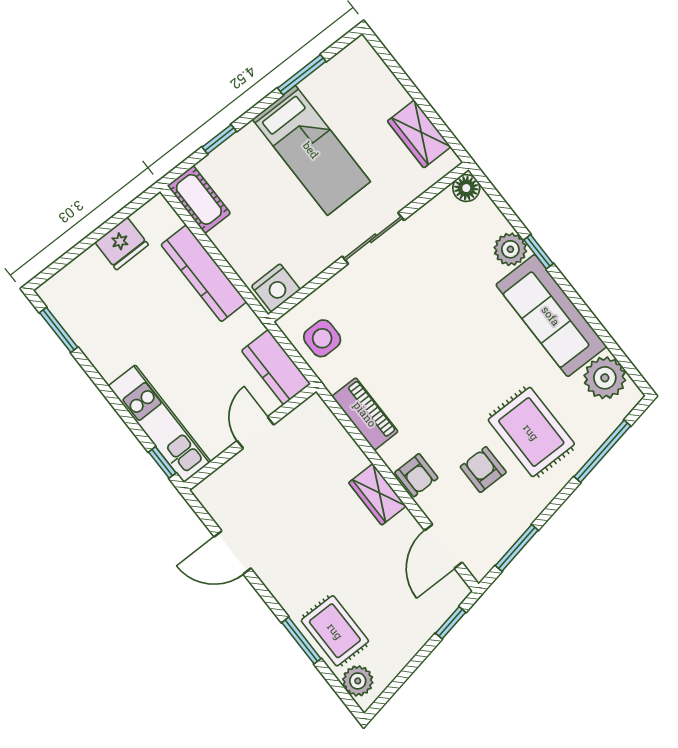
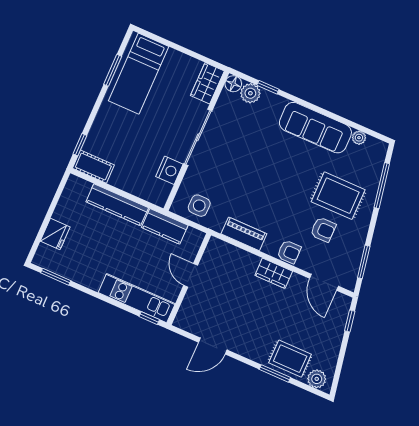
wardrobe: (419, 134) -> (207, 83), moved, turned 90
window: (219, 139) -> (80, 145), moved
bed: (311, 150) -> (139, 74), moved, turned 90
sliding door: (373, 238) -> (198, 137), width x1.37
fridge: (122, 244) -> (55, 234), moved
plant: (510, 249) -> (250, 93), moved
window: (539, 252) -> (268, 87), moved
nightstand: (276, 288) -> (169, 170), moved
kitchen counter: (276, 367) -> (165, 226), moved
plant: (605, 378) -> (359, 138), width x0.53, depth x0.53
armchair: (483, 470) -> (323, 230), turned 180

